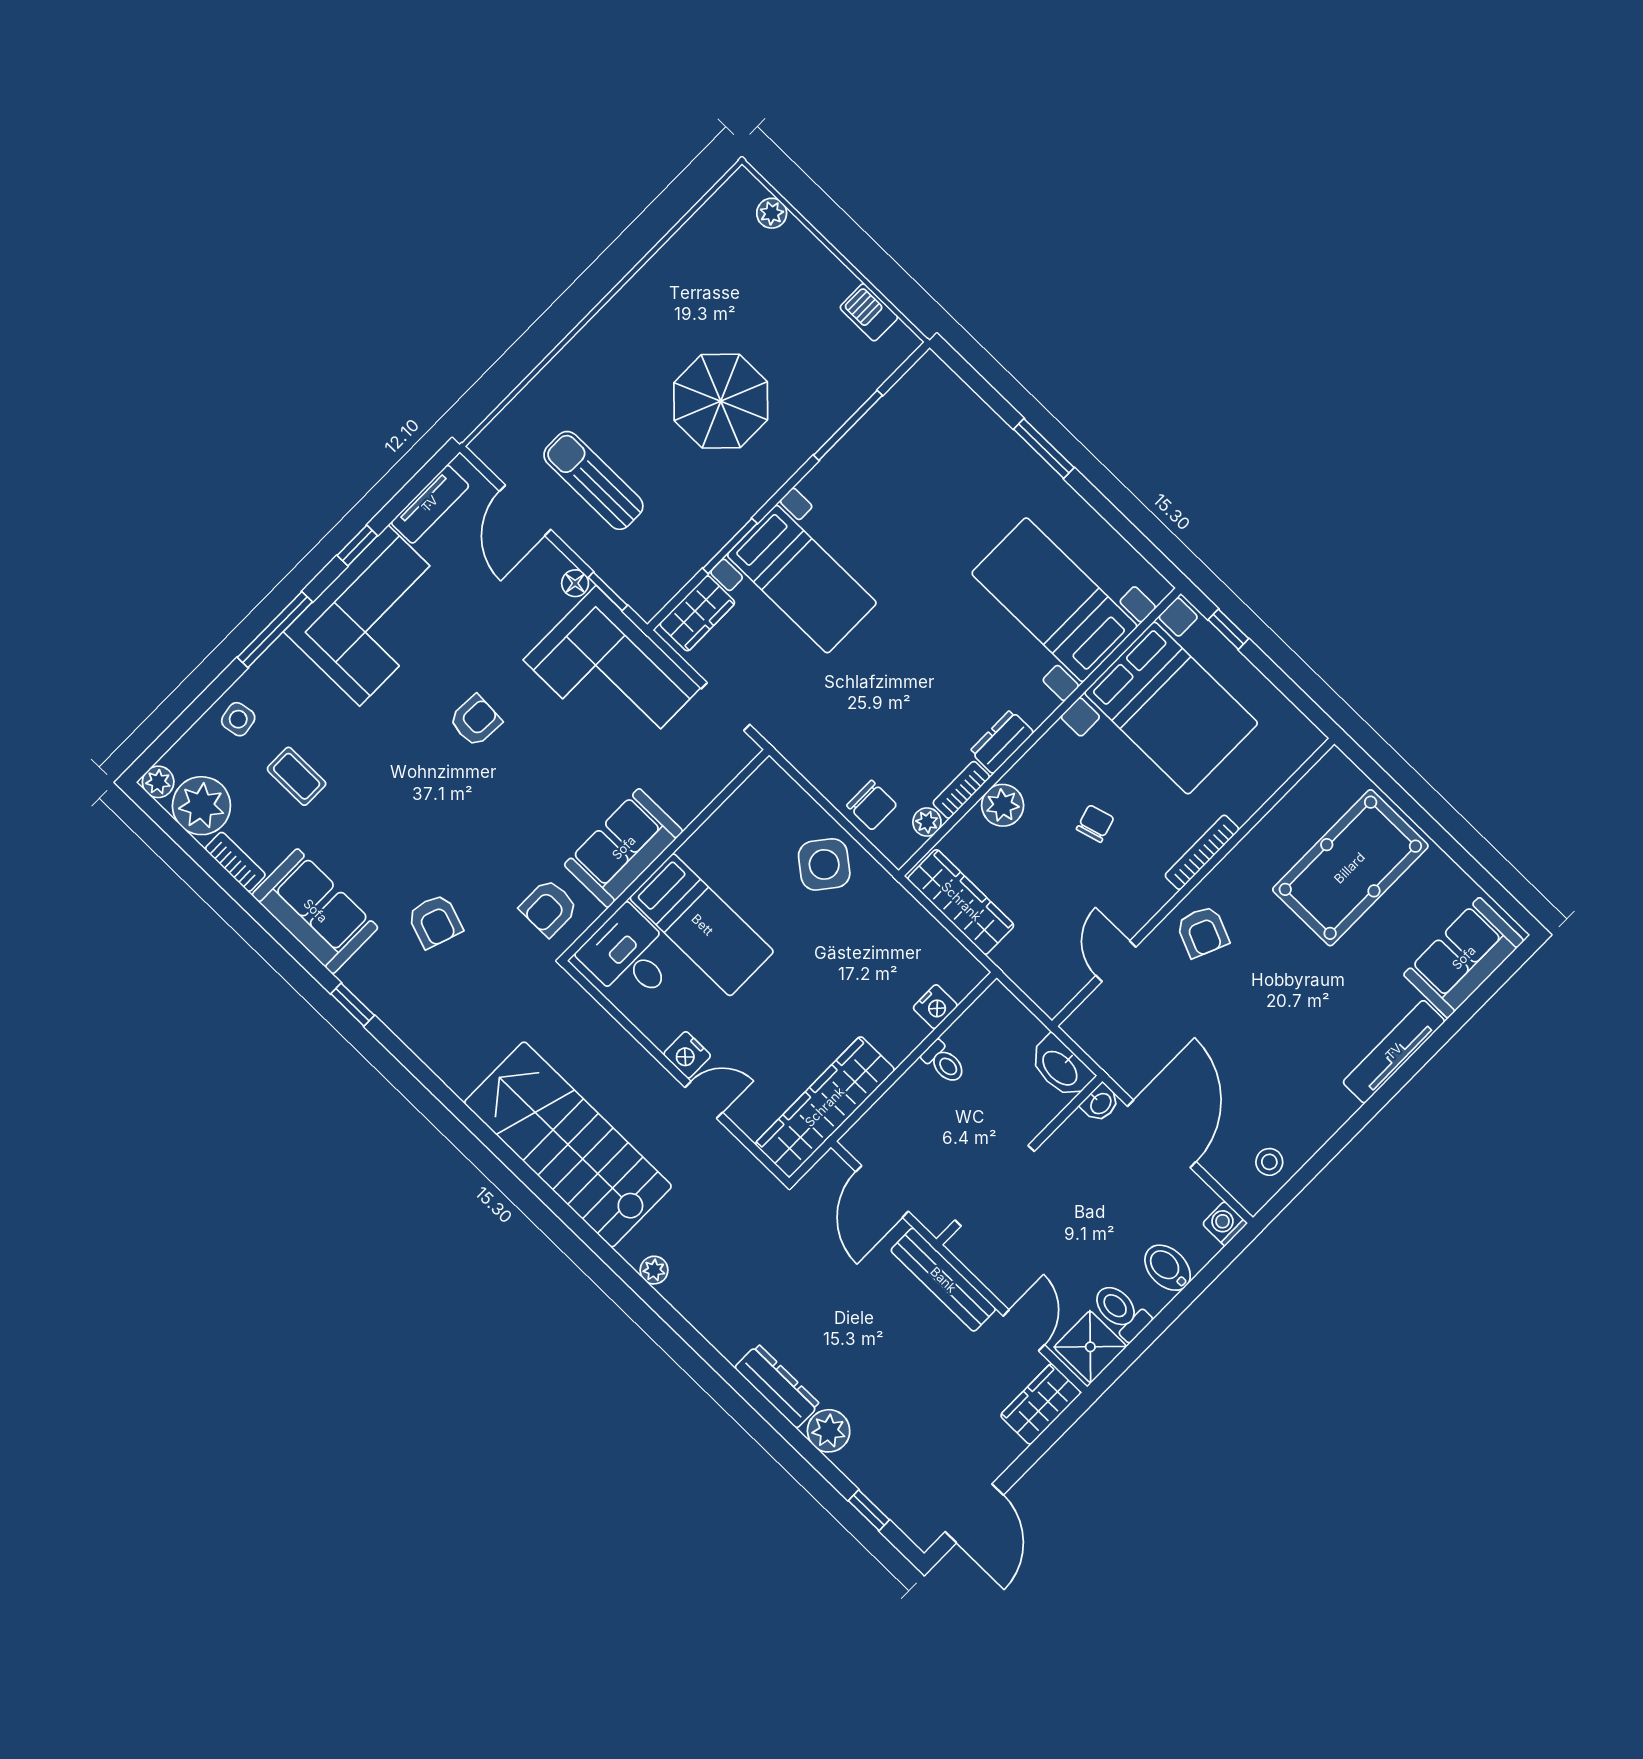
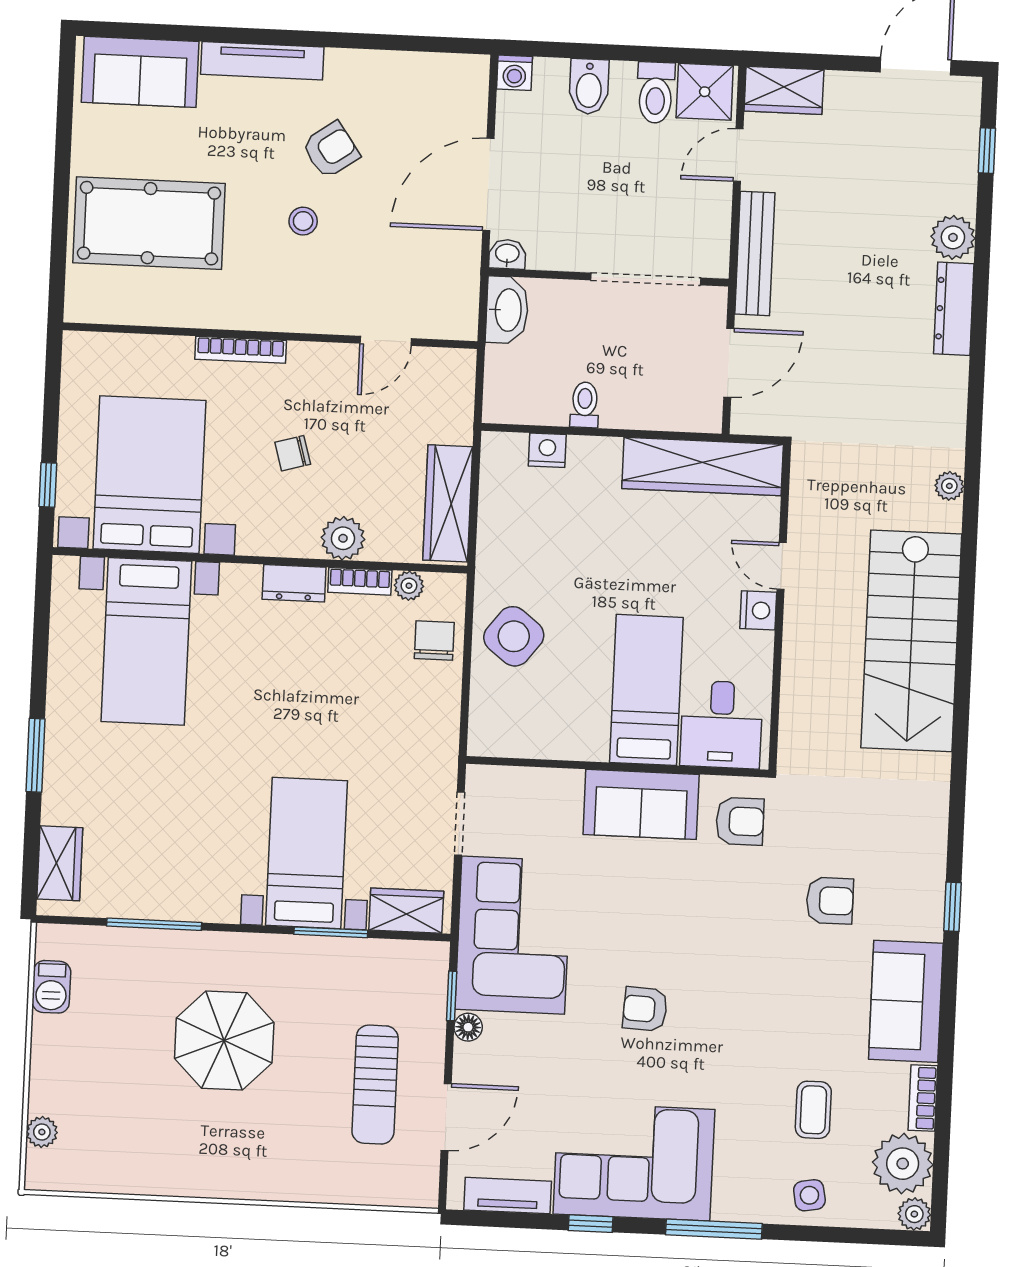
wardrobe: (952, 397) -> (60, 863), added
armchair: (435, 921) -> (830, 901), turned 71
armchair: (1203, 932) -> (331, 150), moved, turned 32
stool: (1269, 1162) -> (303, 221), moved

